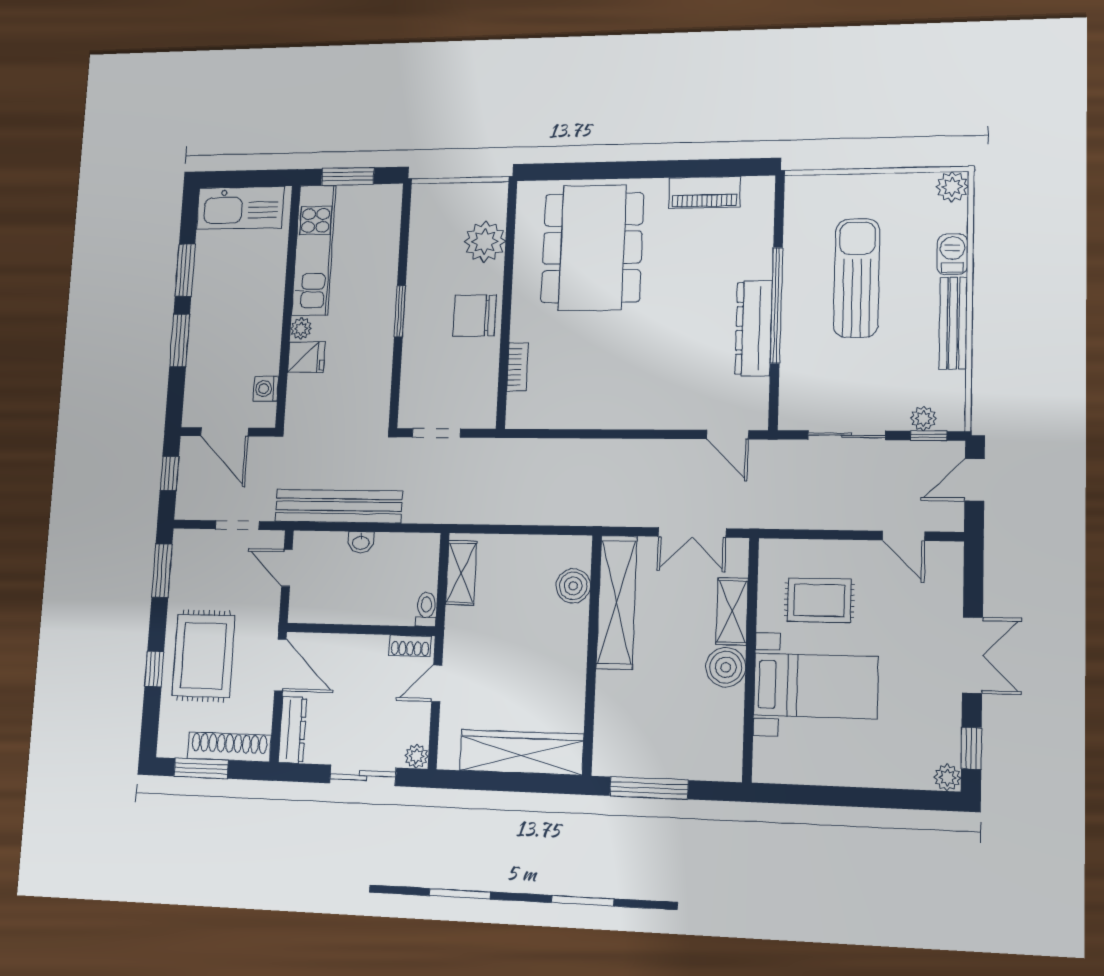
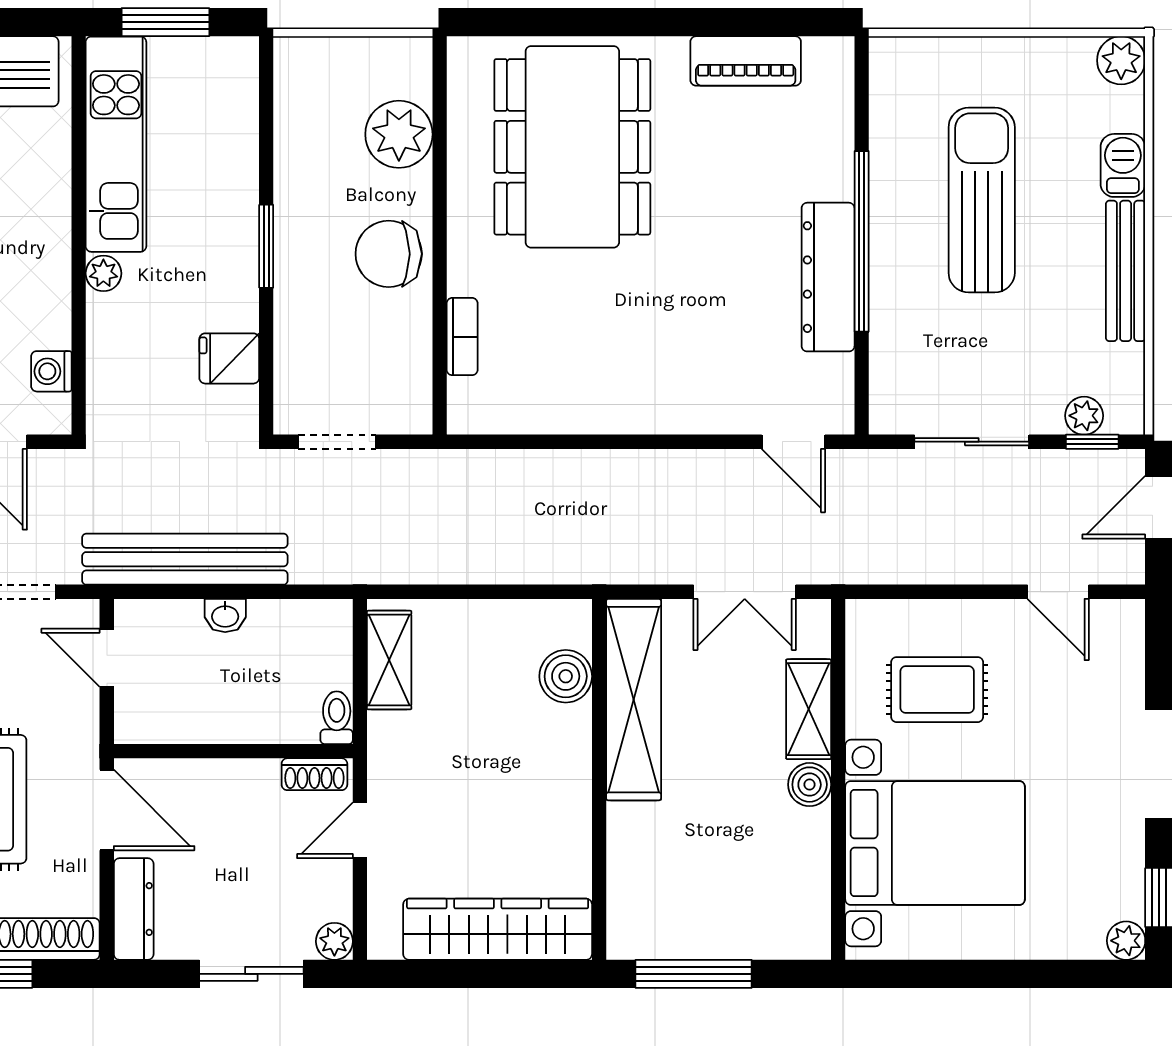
fridge: (306, 357) -> (229, 358), moved, turned 180
boiler: (726, 667) -> (810, 785), width x0.73, depth x0.73
bed with nightstands: (816, 686) -> (935, 843), width x1.36

